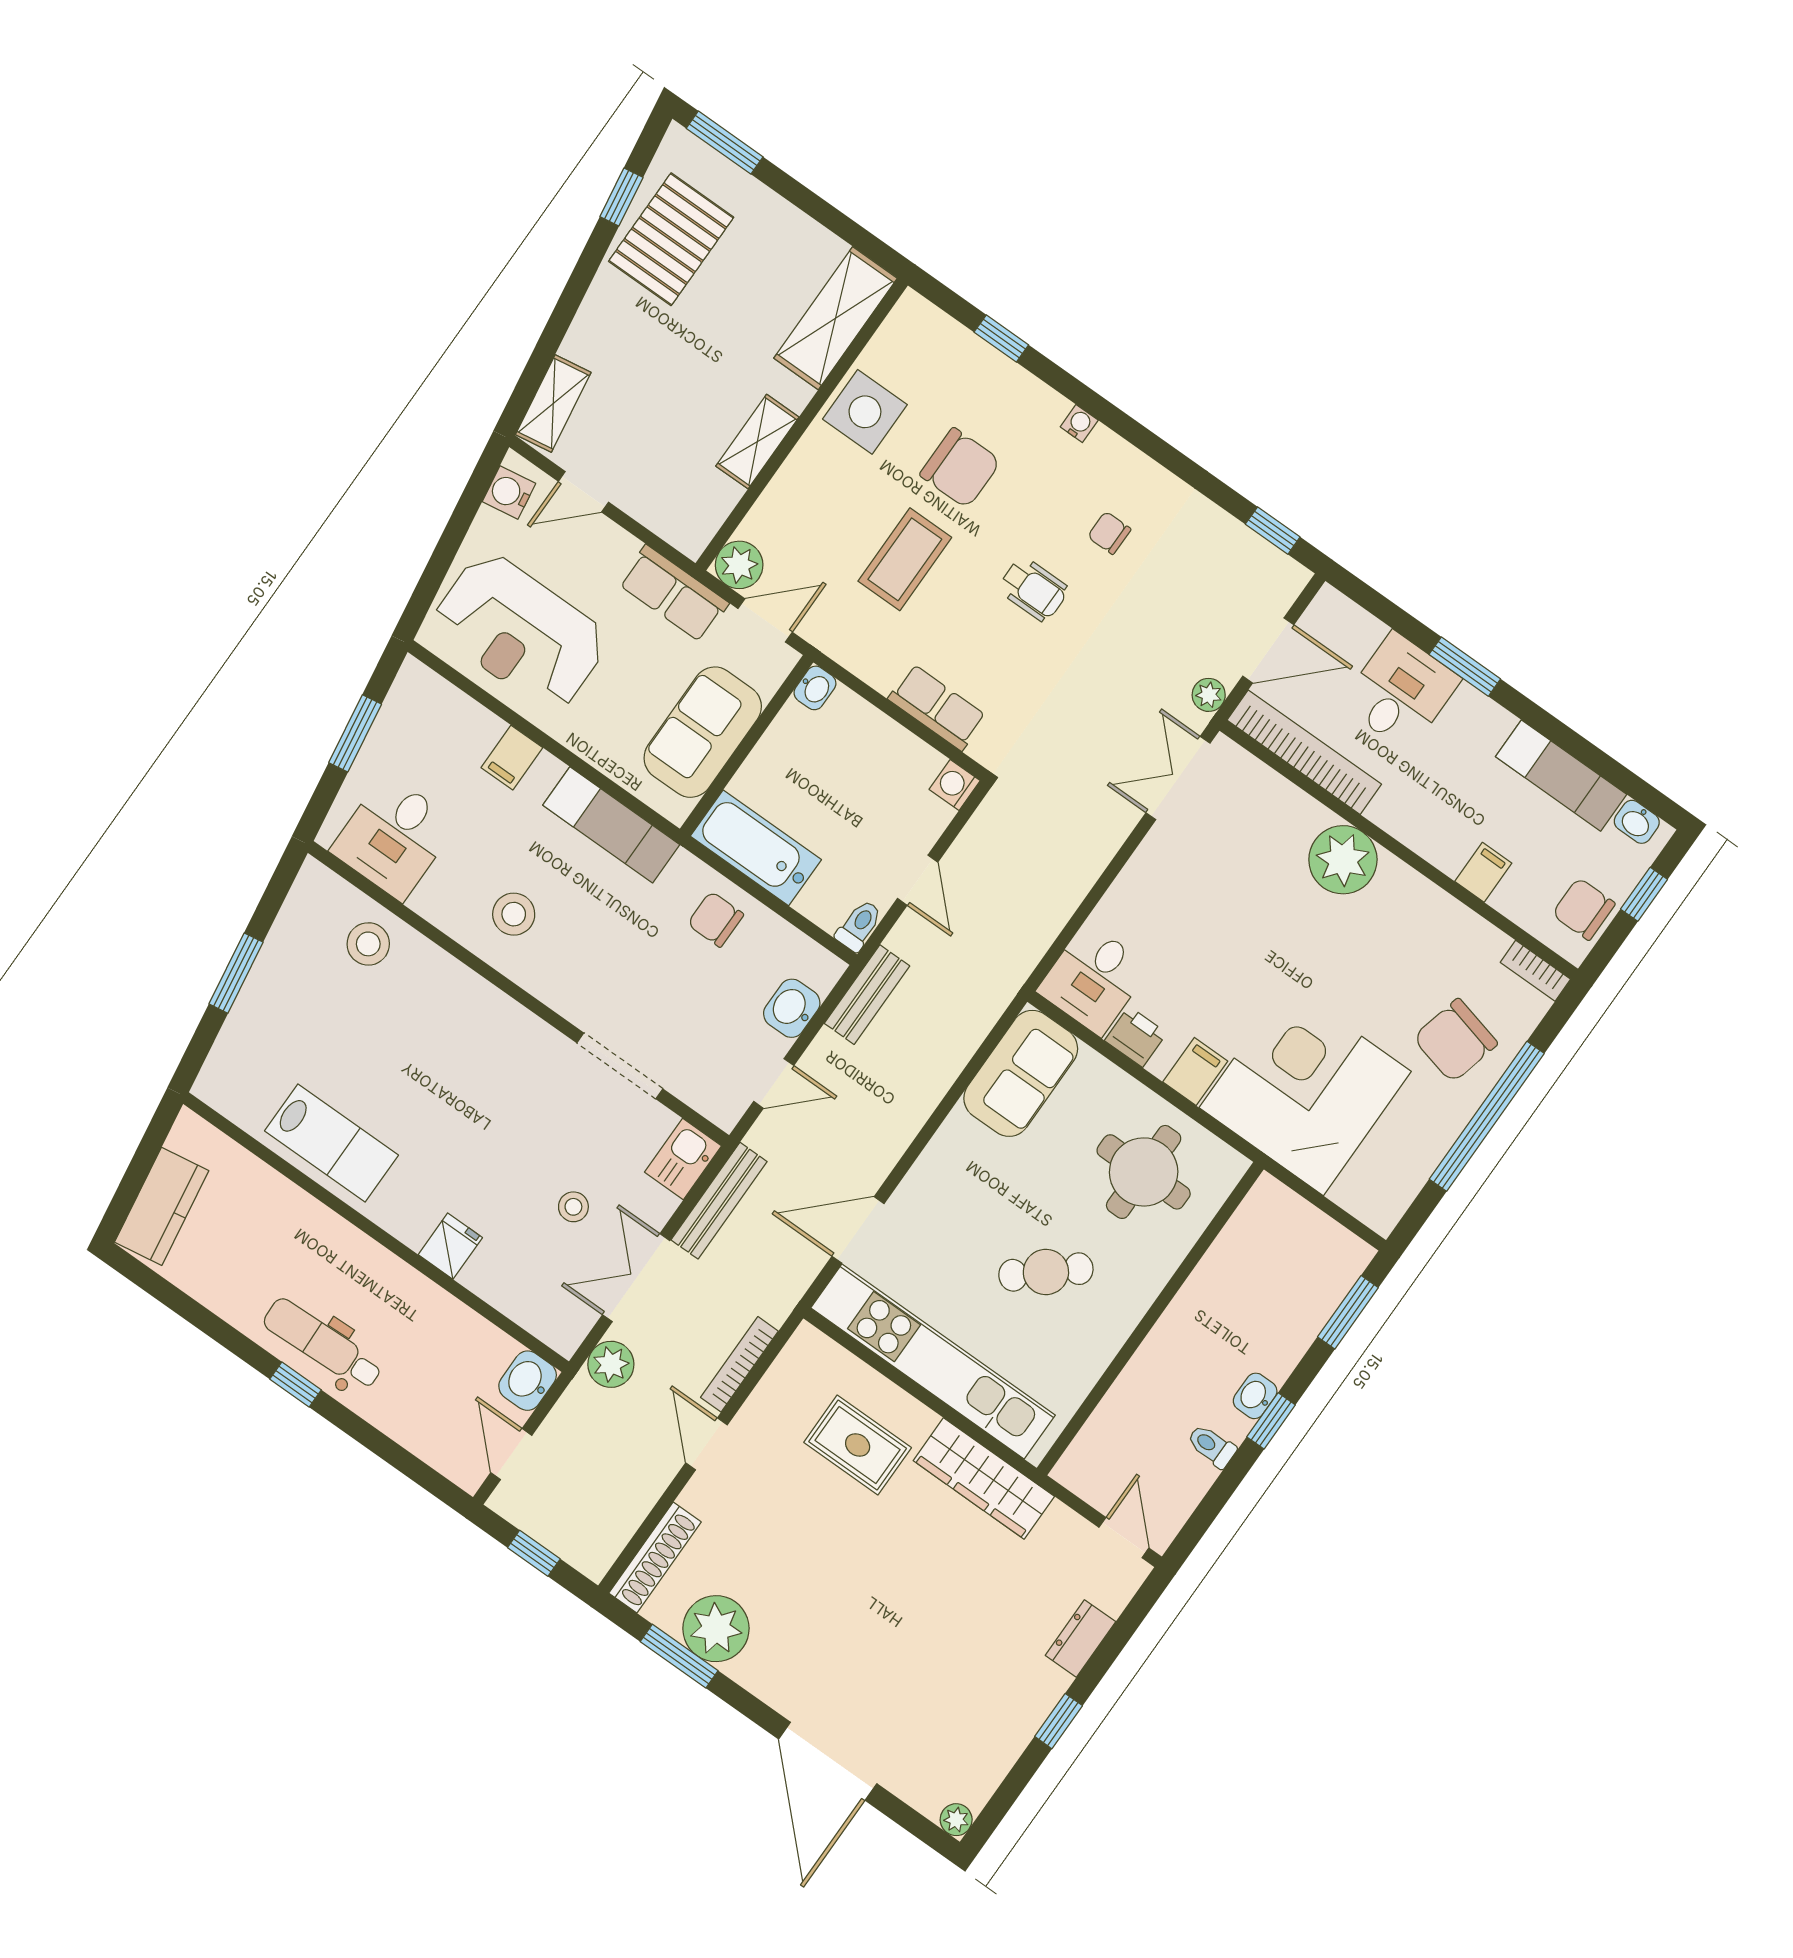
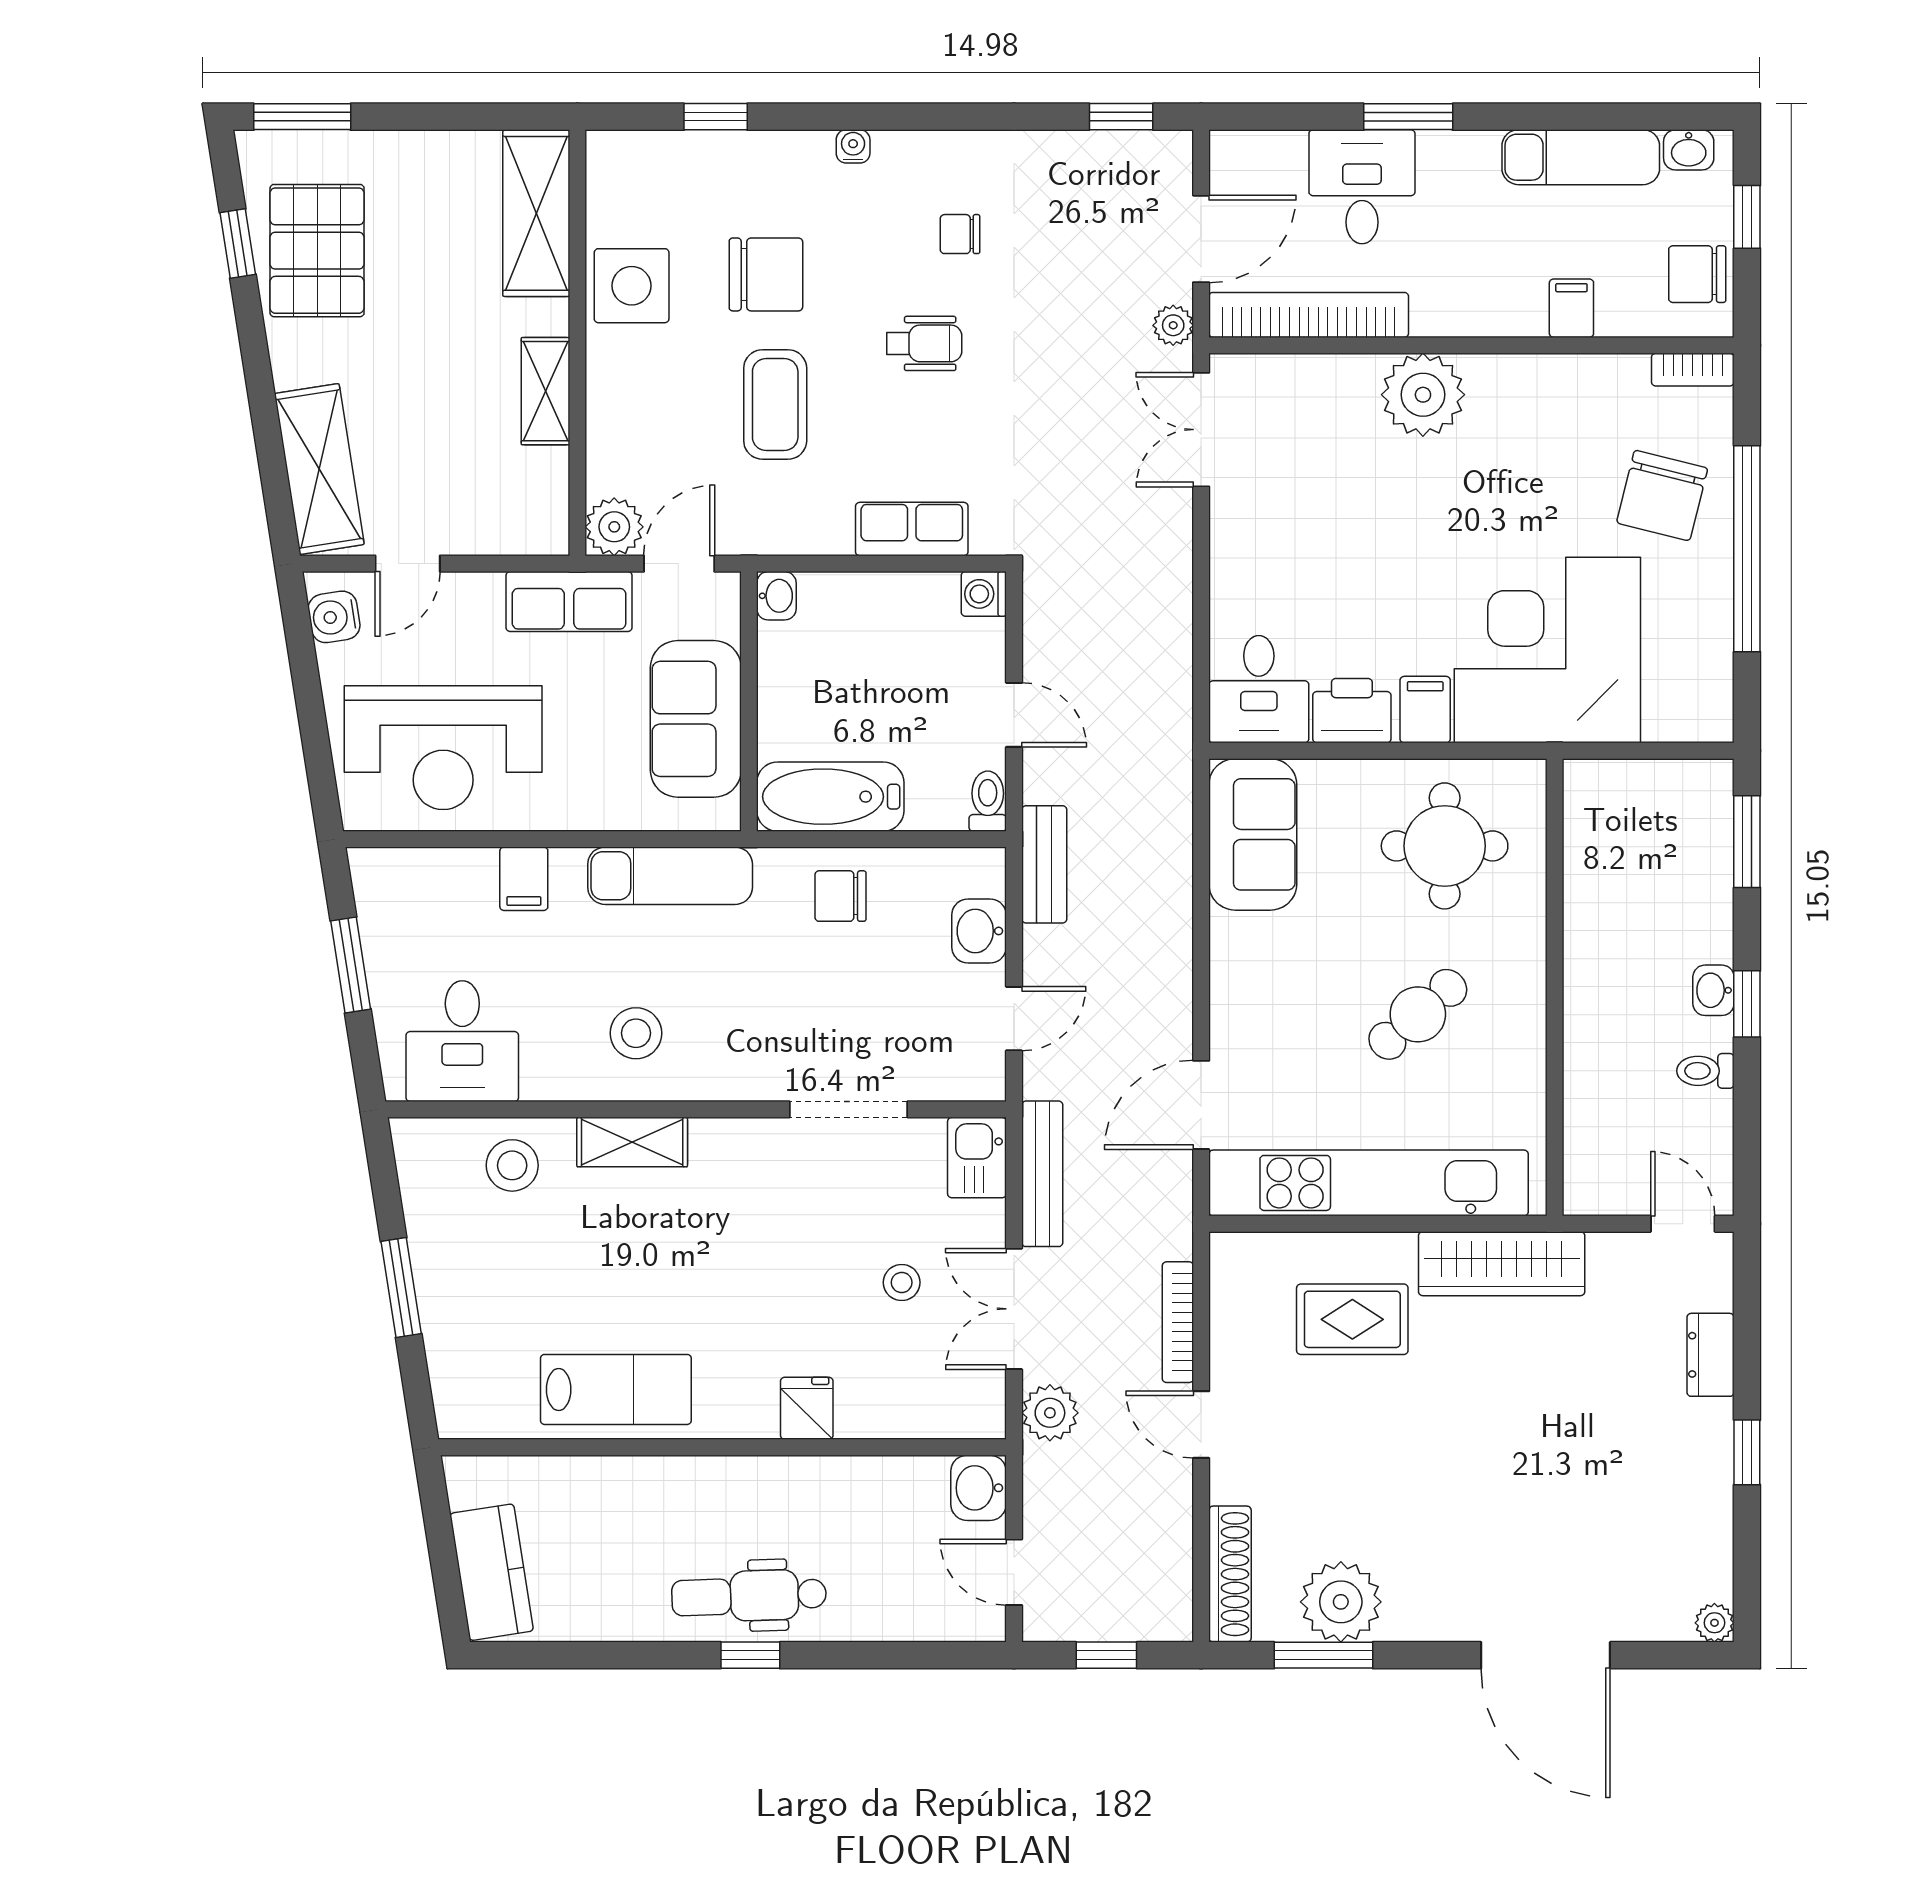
shelving: (553, 403) -> (319, 469), width x1.50, depth x1.33
shelving: (460, 985) -> (632, 1142), added
printer: (1136, 1037) -> (1352, 711), width x1.36, depth x1.24

